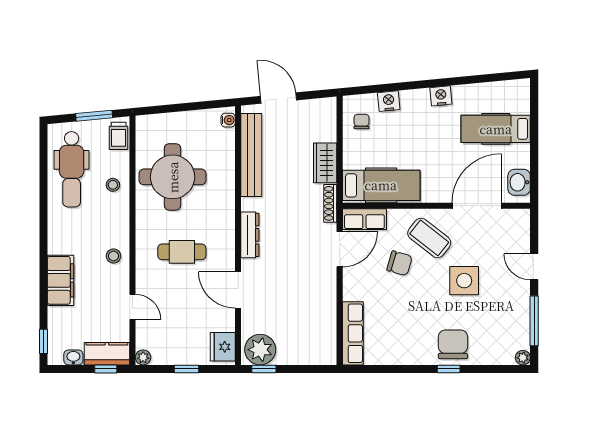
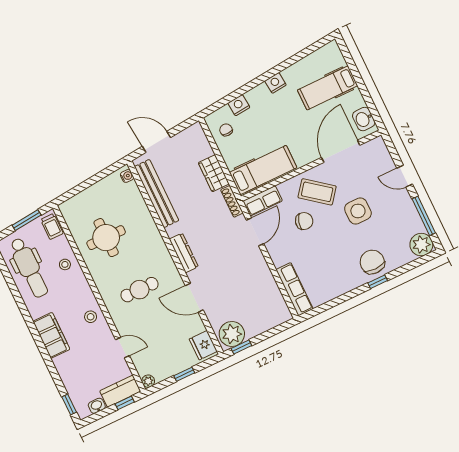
round table: (173, 177) -> (106, 238), width x0.73, depth x0.73
filing cabinet: (61, 280) -> (51, 335), moved
plant: (523, 358) -> (421, 245), width x1.88, depth x1.88

